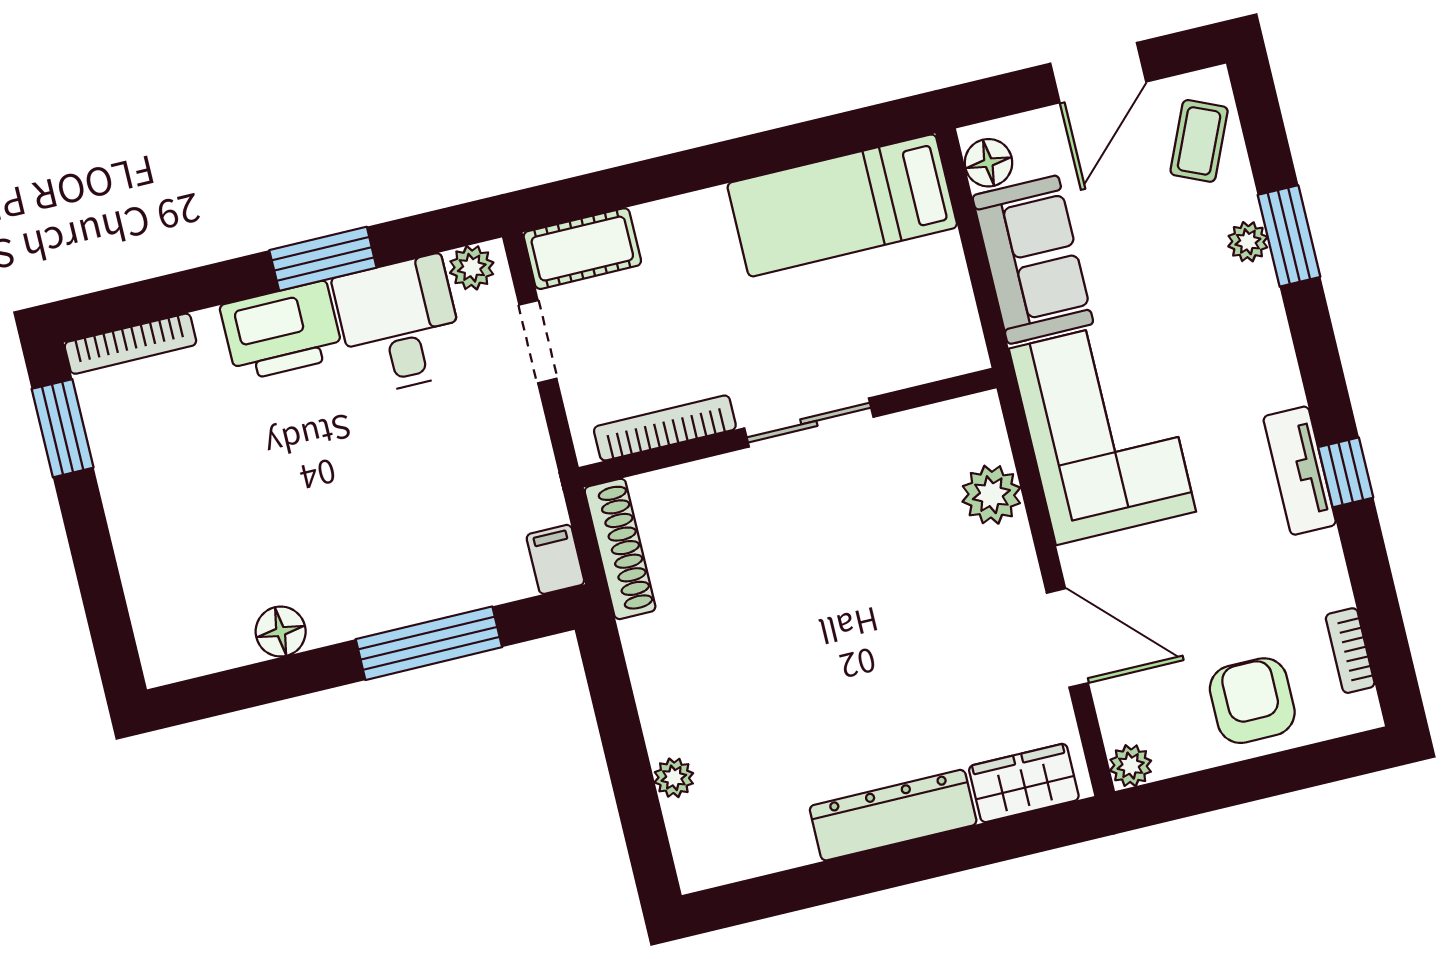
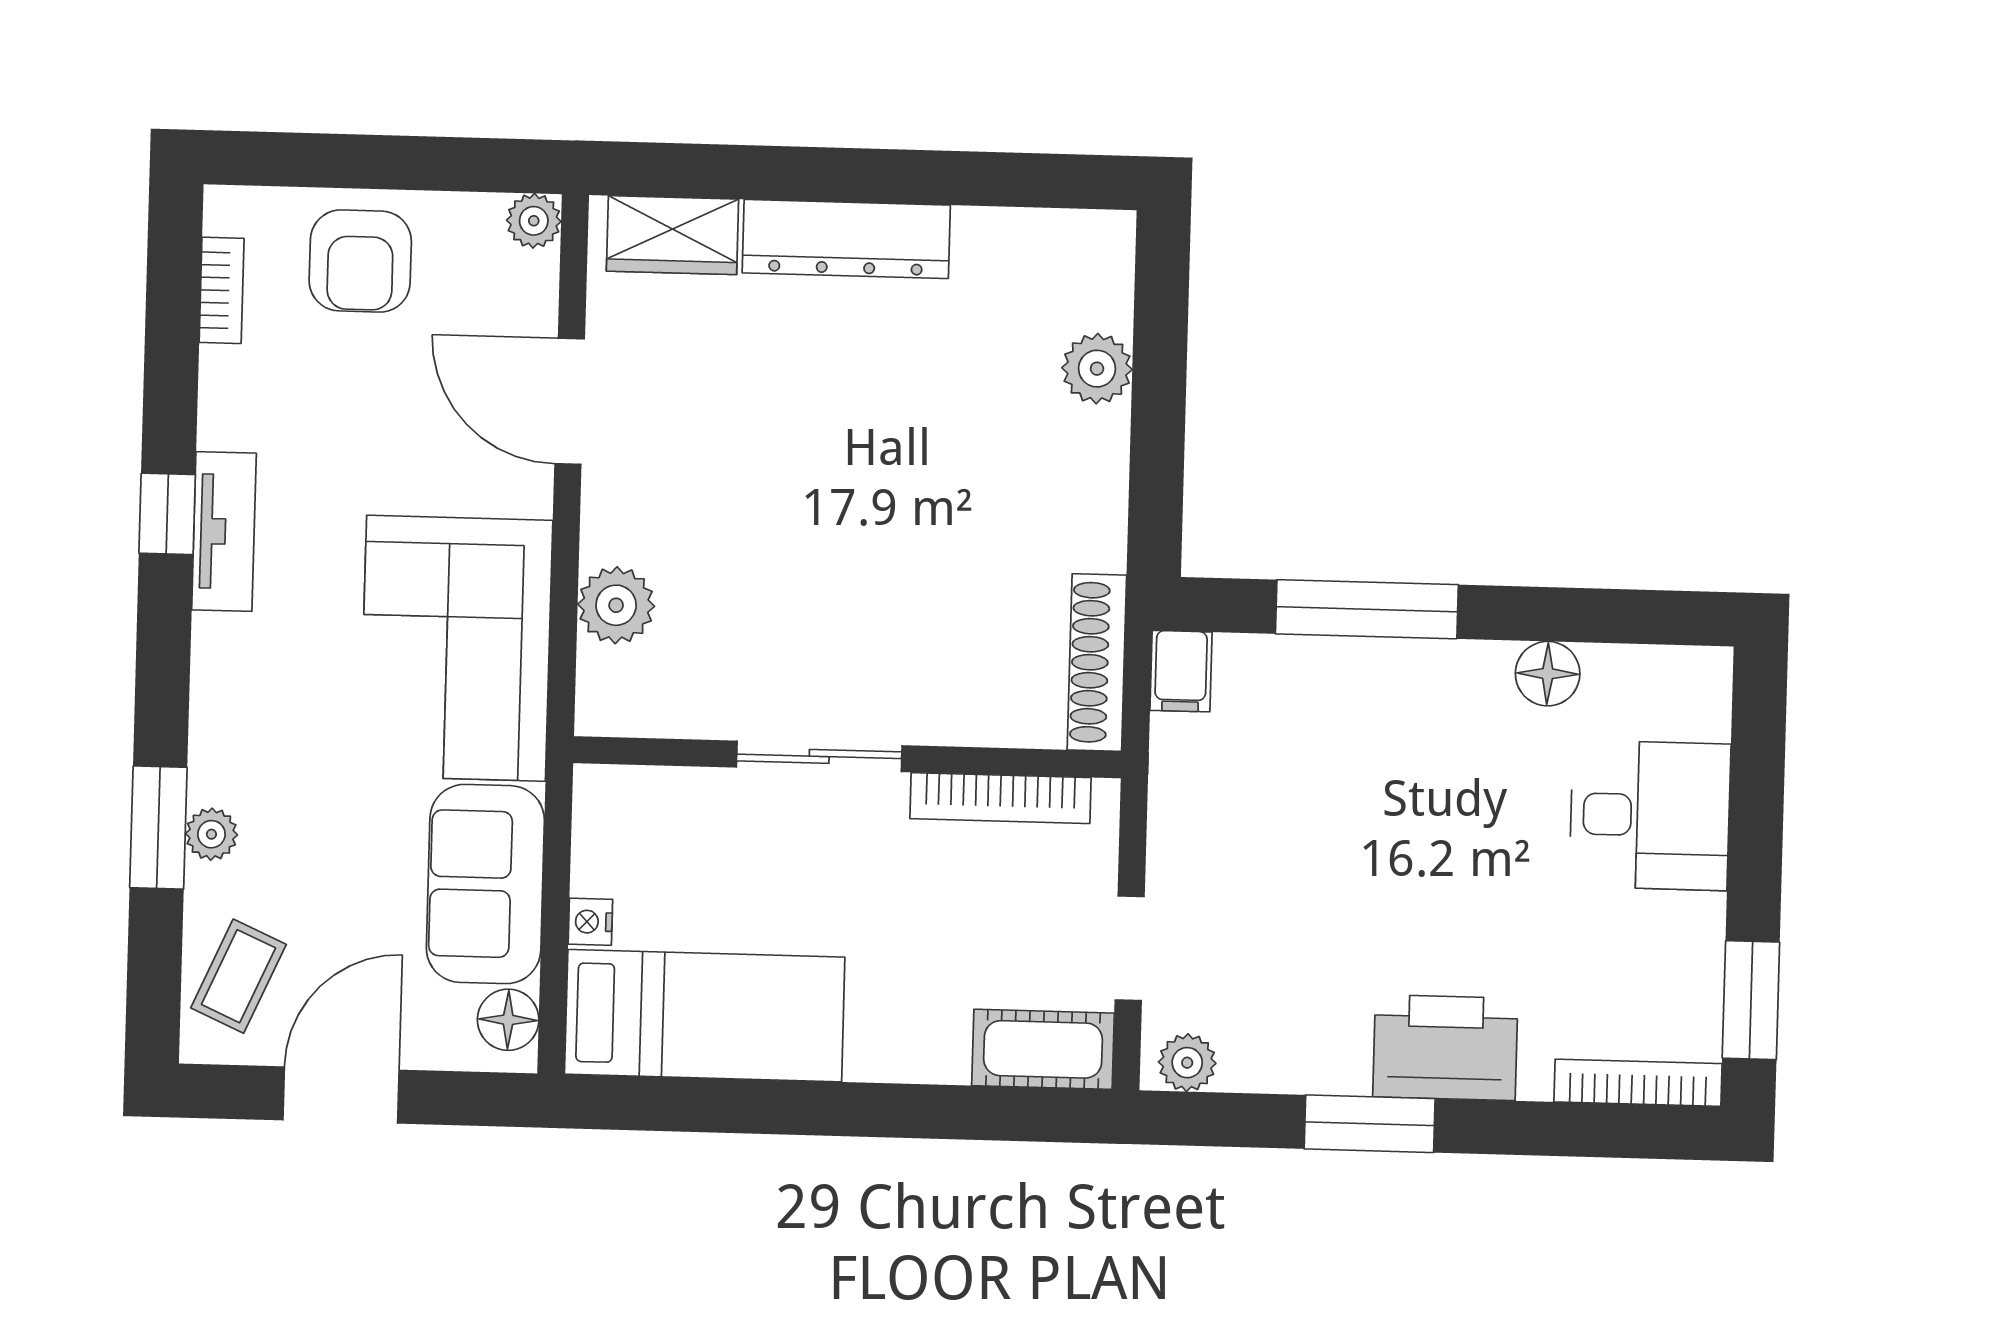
nightstand: (947, 253) -> (590, 922), added
desk: (400, 325) -> (1650, 815), moved, turned -90
plant: (674, 778) -> (1097, 369), width x1.38, depth x1.38

